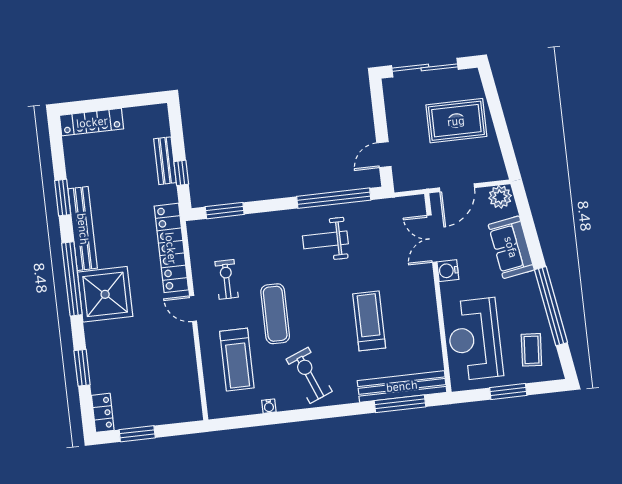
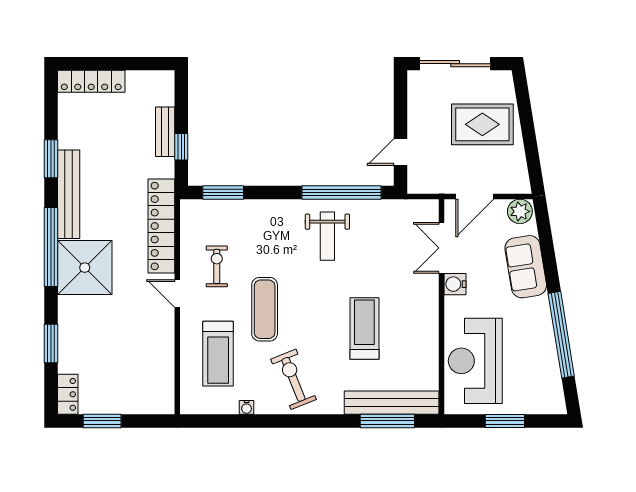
weight bench: (325, 240) -> (327, 236), turned -90
coffee table: (531, 350) -> (535, 379), removed

